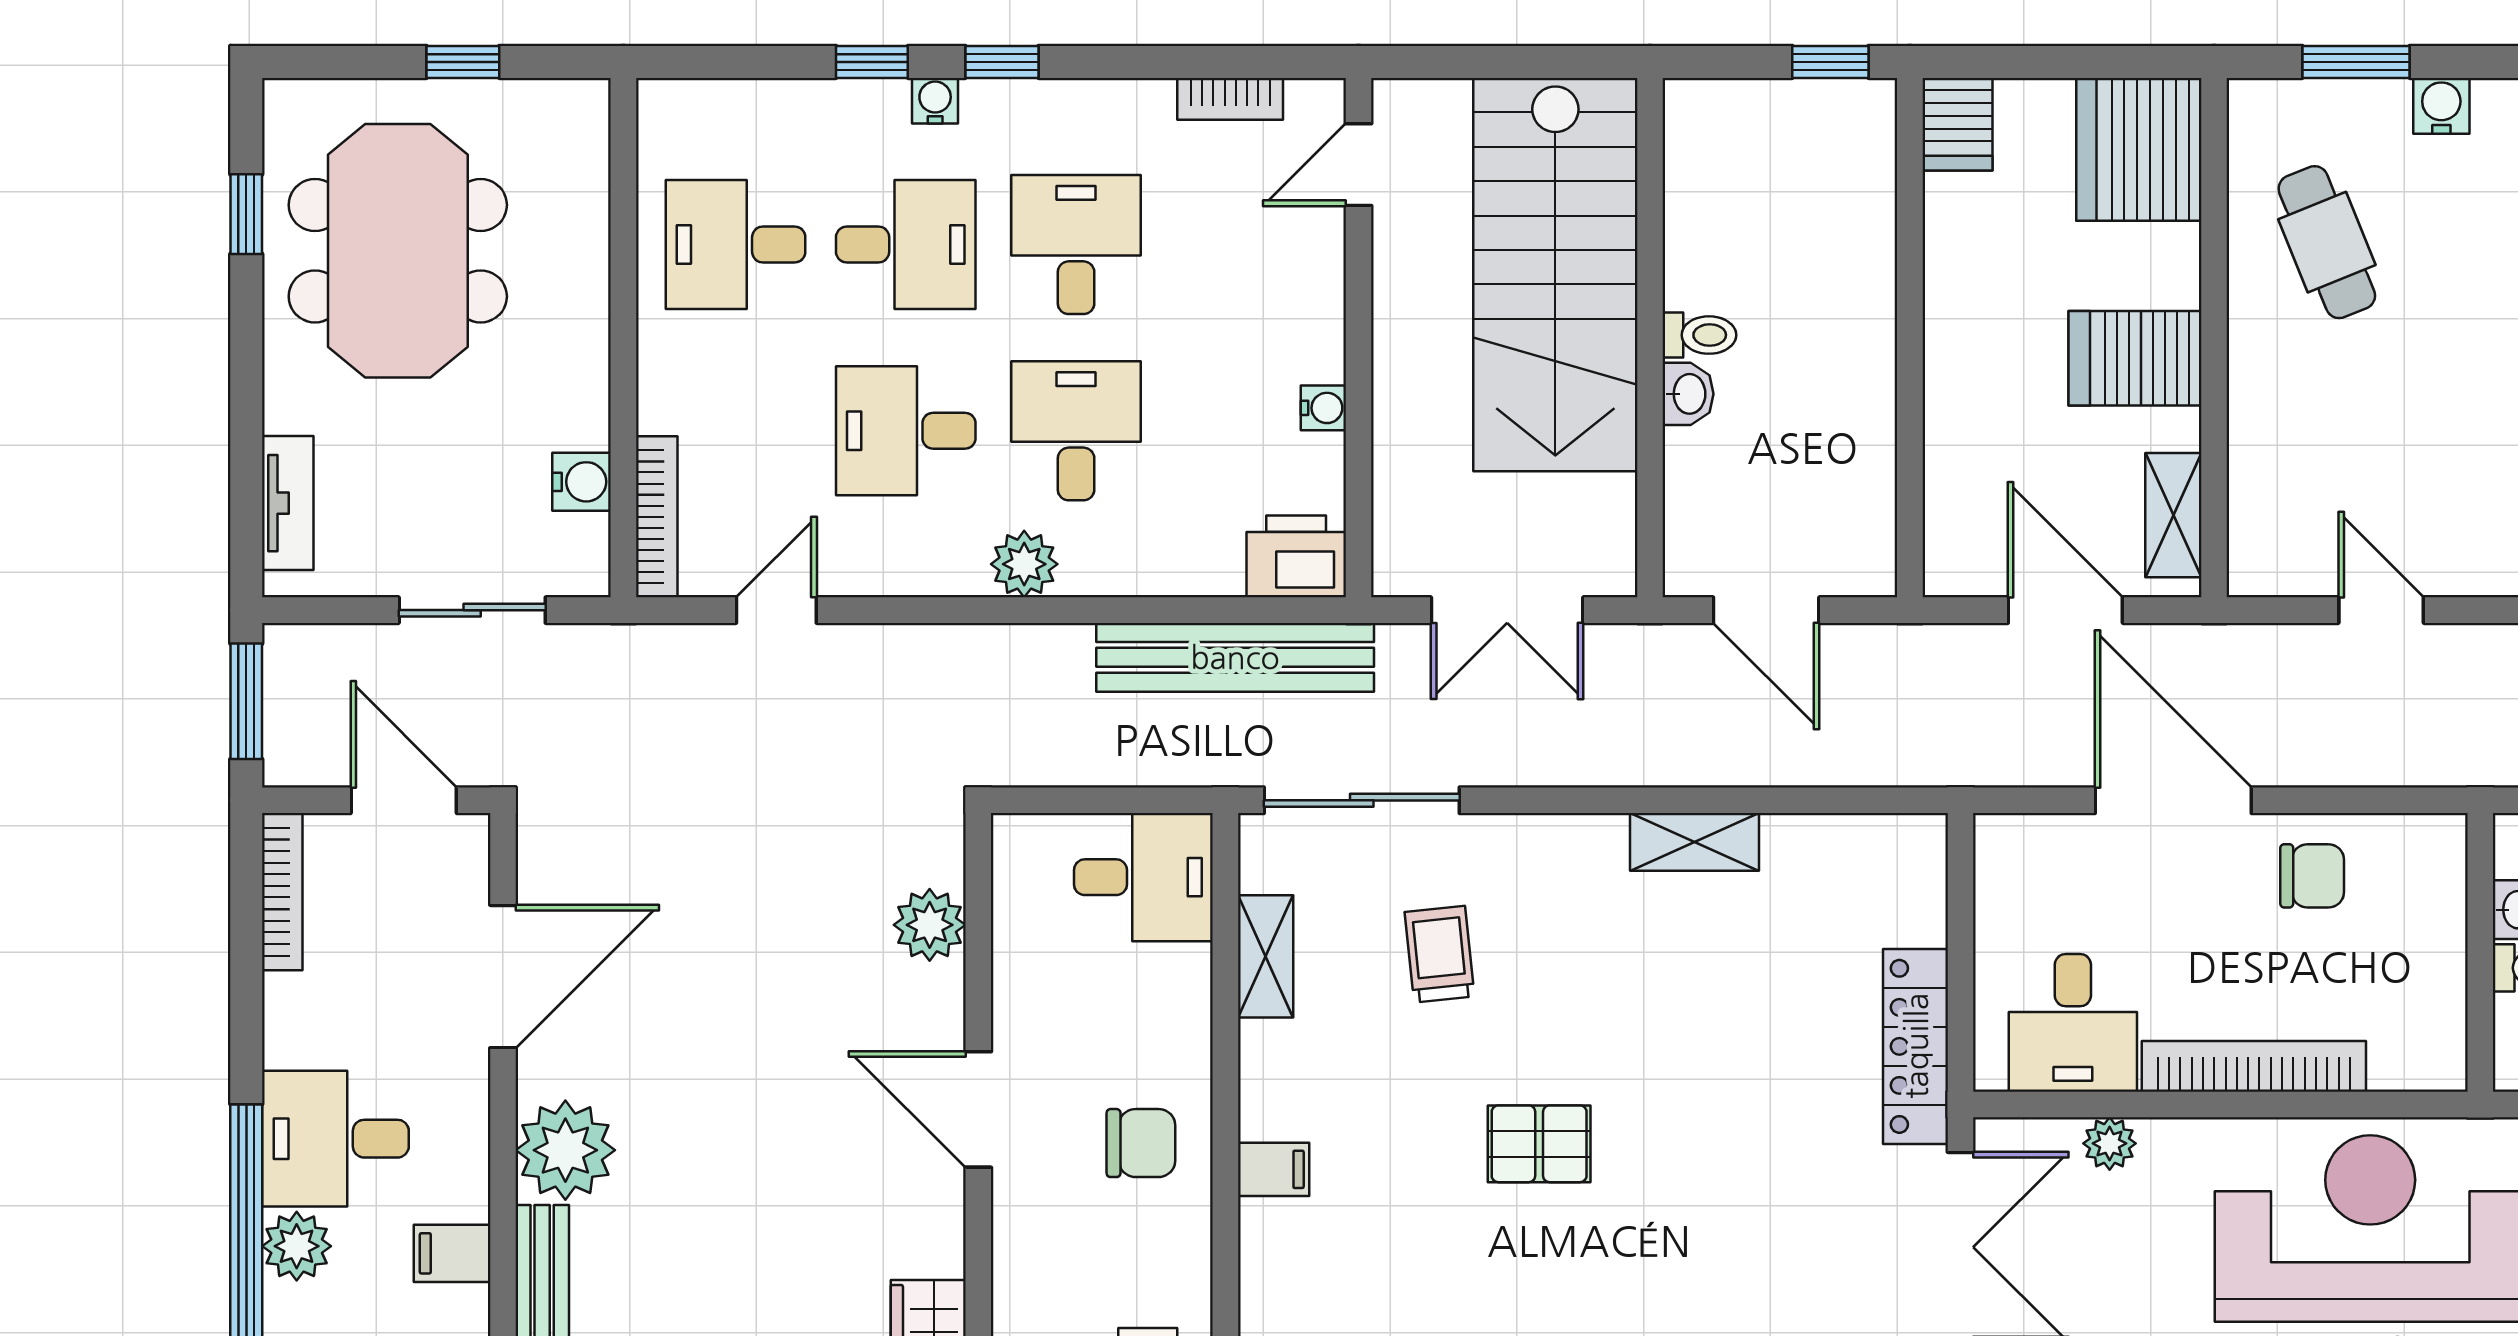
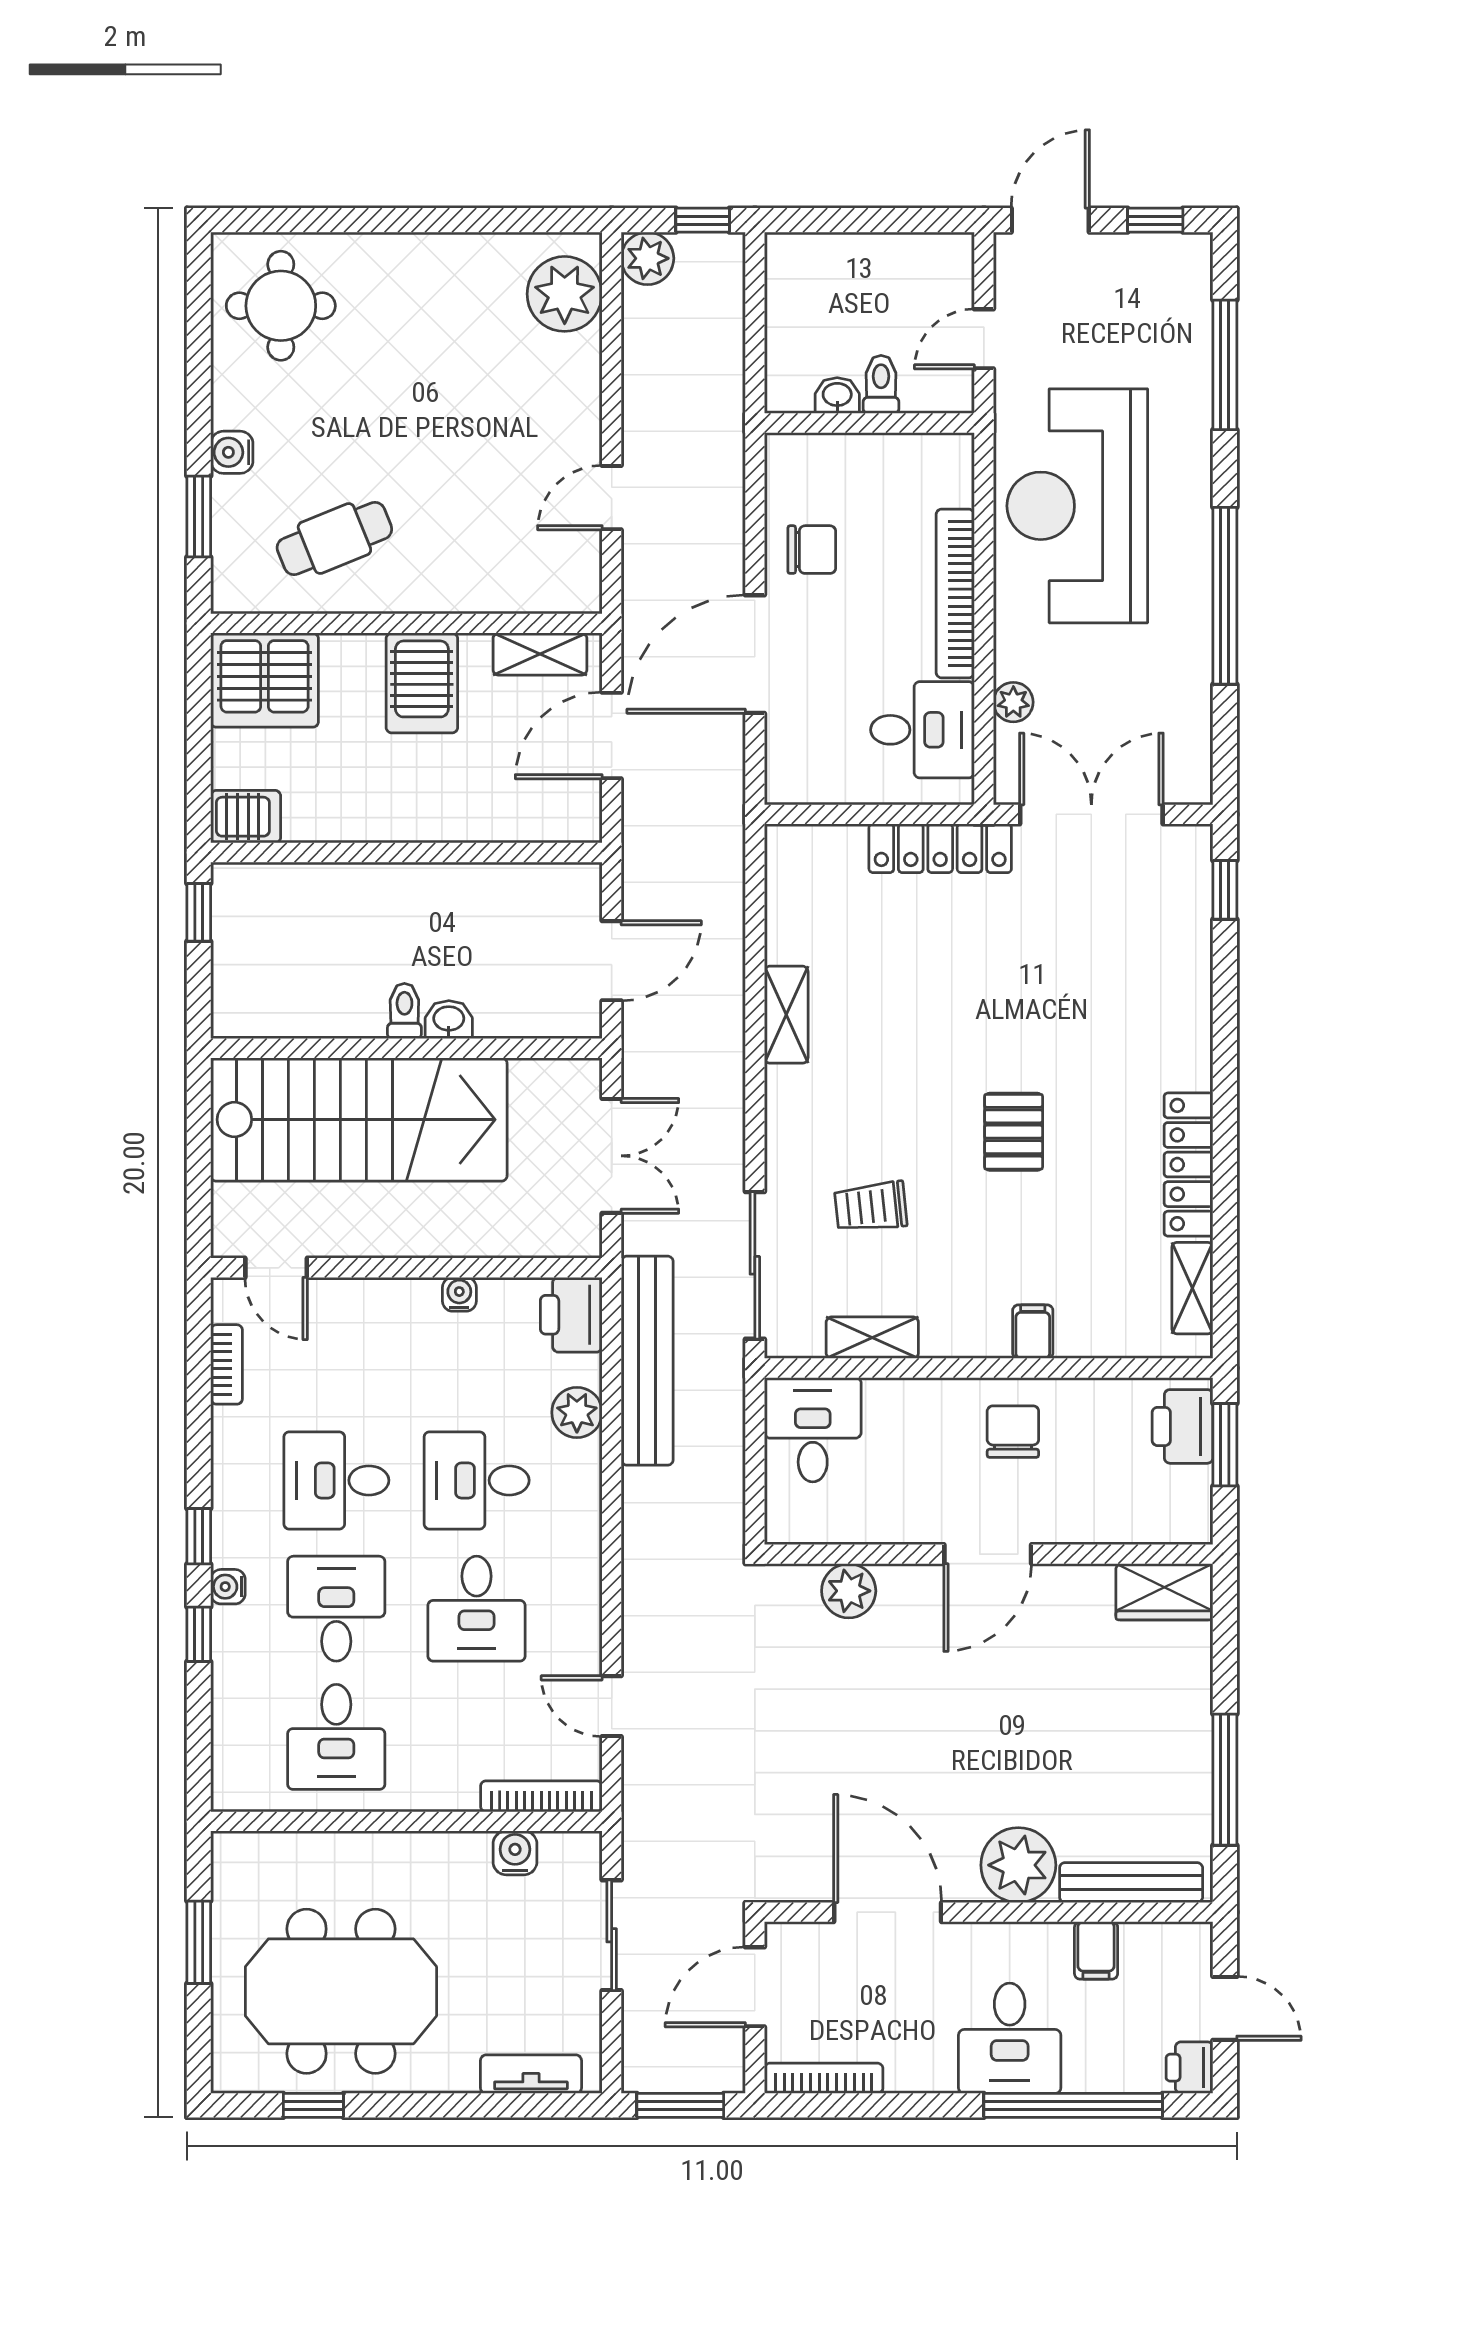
window: (463, 62) -> (199, 1942), width x1.50
plant: (1024, 564) -> (577, 1412), moved
chair: (2312, 876) -> (812, 550), turned 90
plant: (297, 1246) -> (1091, 2067), removed

